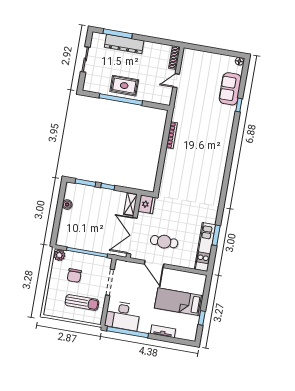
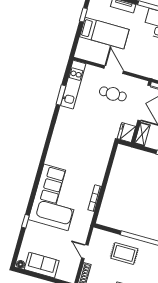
door: (176, 81) -> (85, 252), swing flipped
rug: (124, 86) -> (124, 253), moved
sofa: (230, 89) -> (42, 265), moved, turned -90
corner sofa: (211, 132) -> (56, 197), added
door: (154, 264) -> (114, 70), moved

